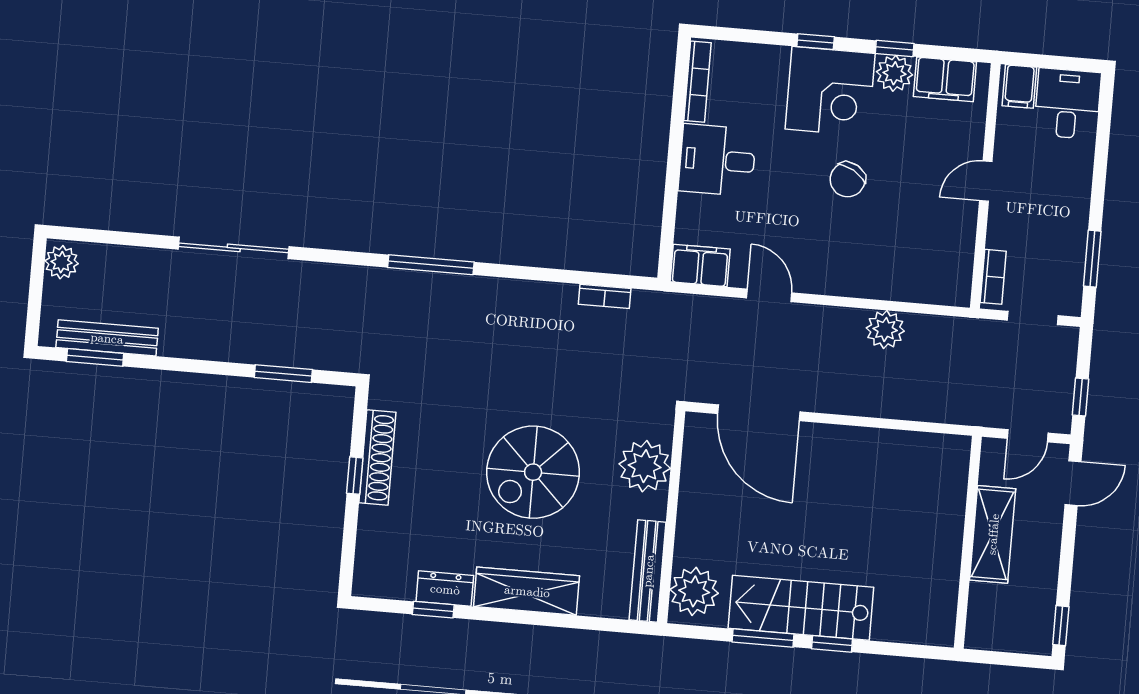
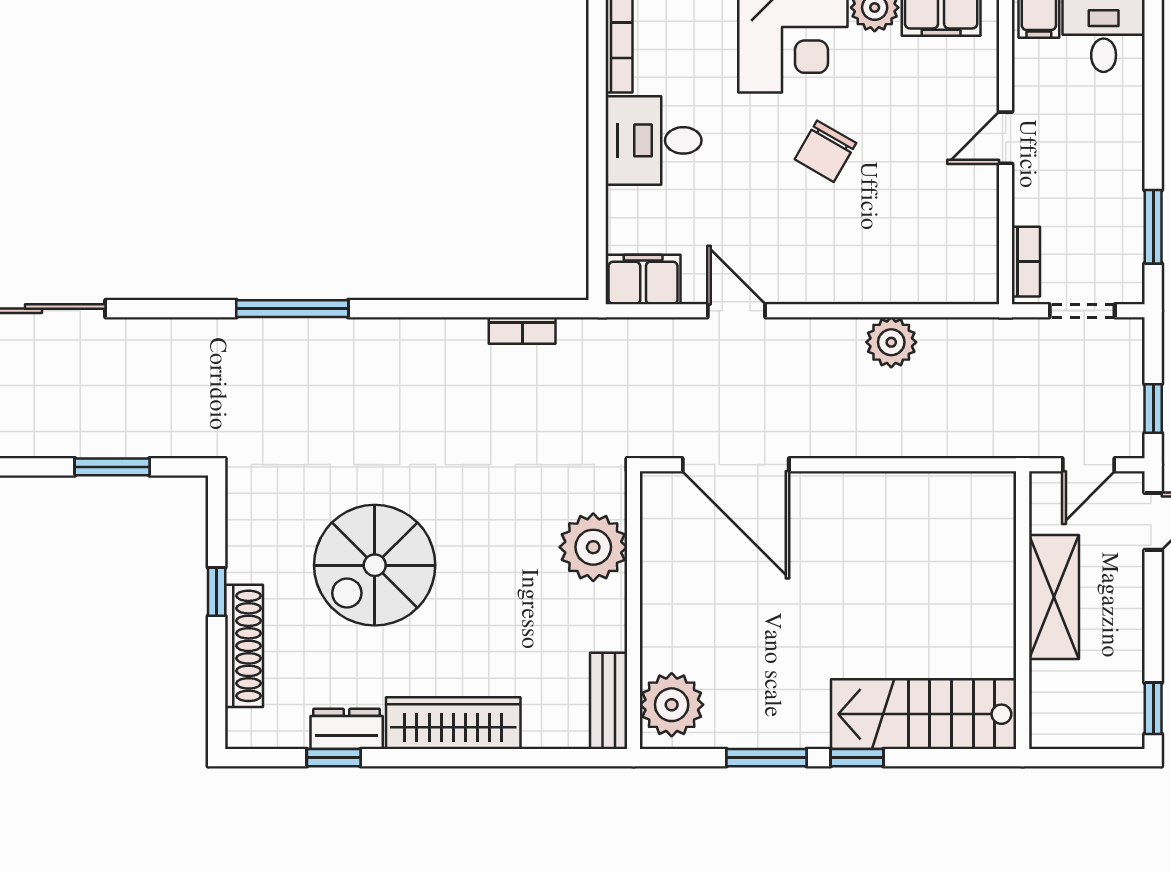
shoe rack: (377, 457) -> (244, 646), moved
spiral stairs: (533, 472) -> (375, 565), moved
bench: (648, 571) -> (609, 701), width x0.73
stairs: (801, 608) -> (924, 714), moved

